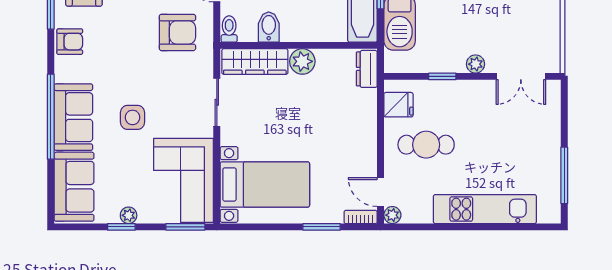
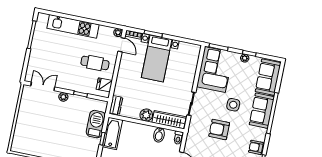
armchair: (177, 32) -> (219, 129), moved
bed with nightstands: (265, 184) -> (157, 58), moved, turned -90

